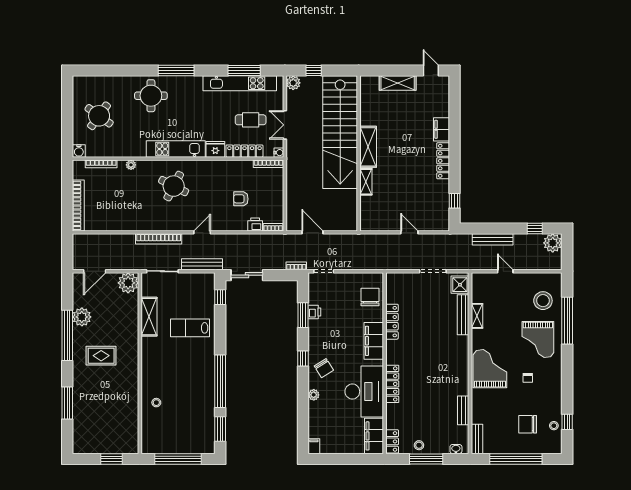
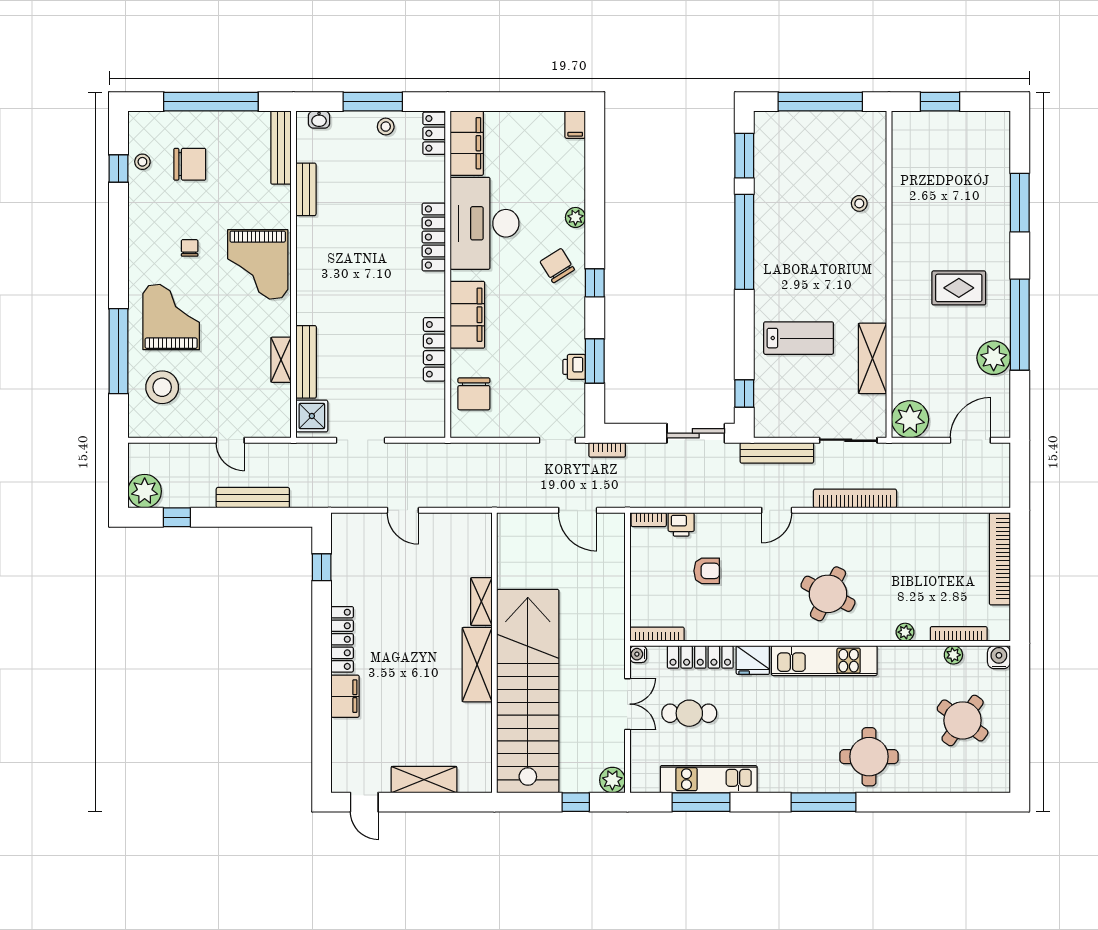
kitchen unit: (240, 83) -> (709, 779), width x0.73
plant: (104, 152) -> (953, 655), added
bench: (477, 439) -> (281, 148), width x1.36

